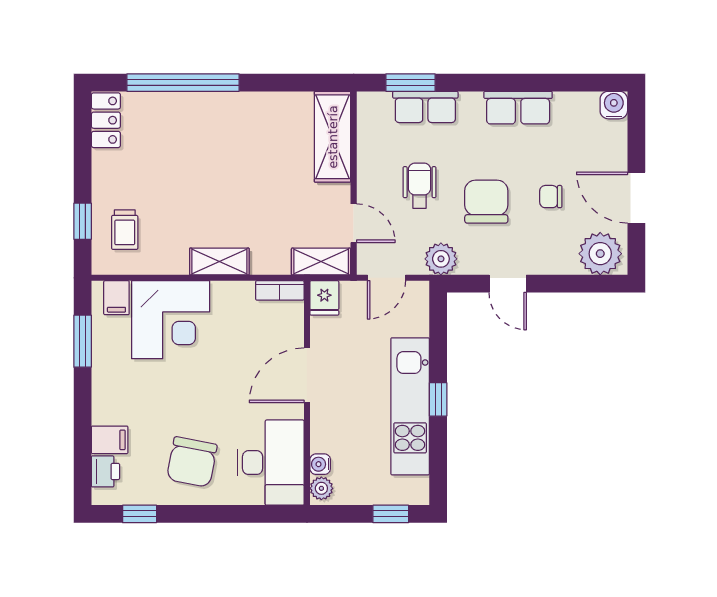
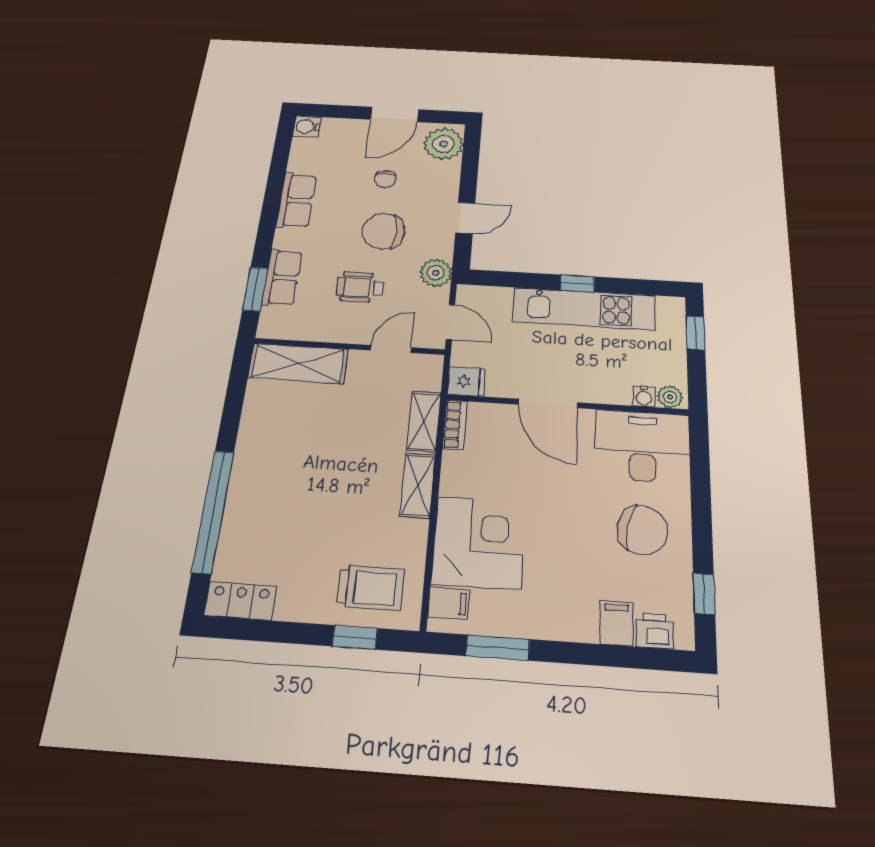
trolley: (125, 230) -> (370, 588), width x1.36, depth x1.39
shelving: (321, 262) -> (424, 421), moved

